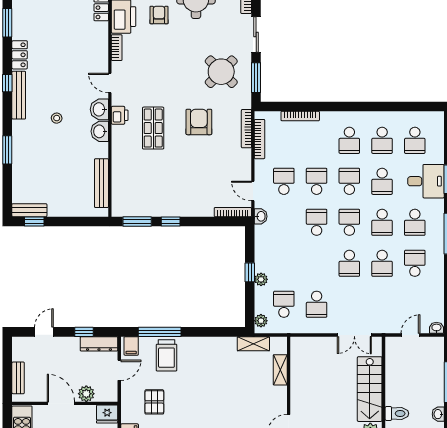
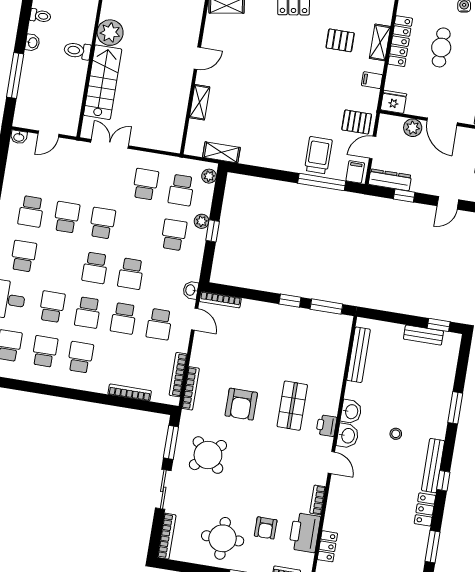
bench: (29, 210) -> (423, 335), moved
school desk: (382, 222) -> (174, 235), moved
shelving: (280, 370) -> (200, 102), moved
pallet: (154, 402) -> (357, 122), moved, turned 90

